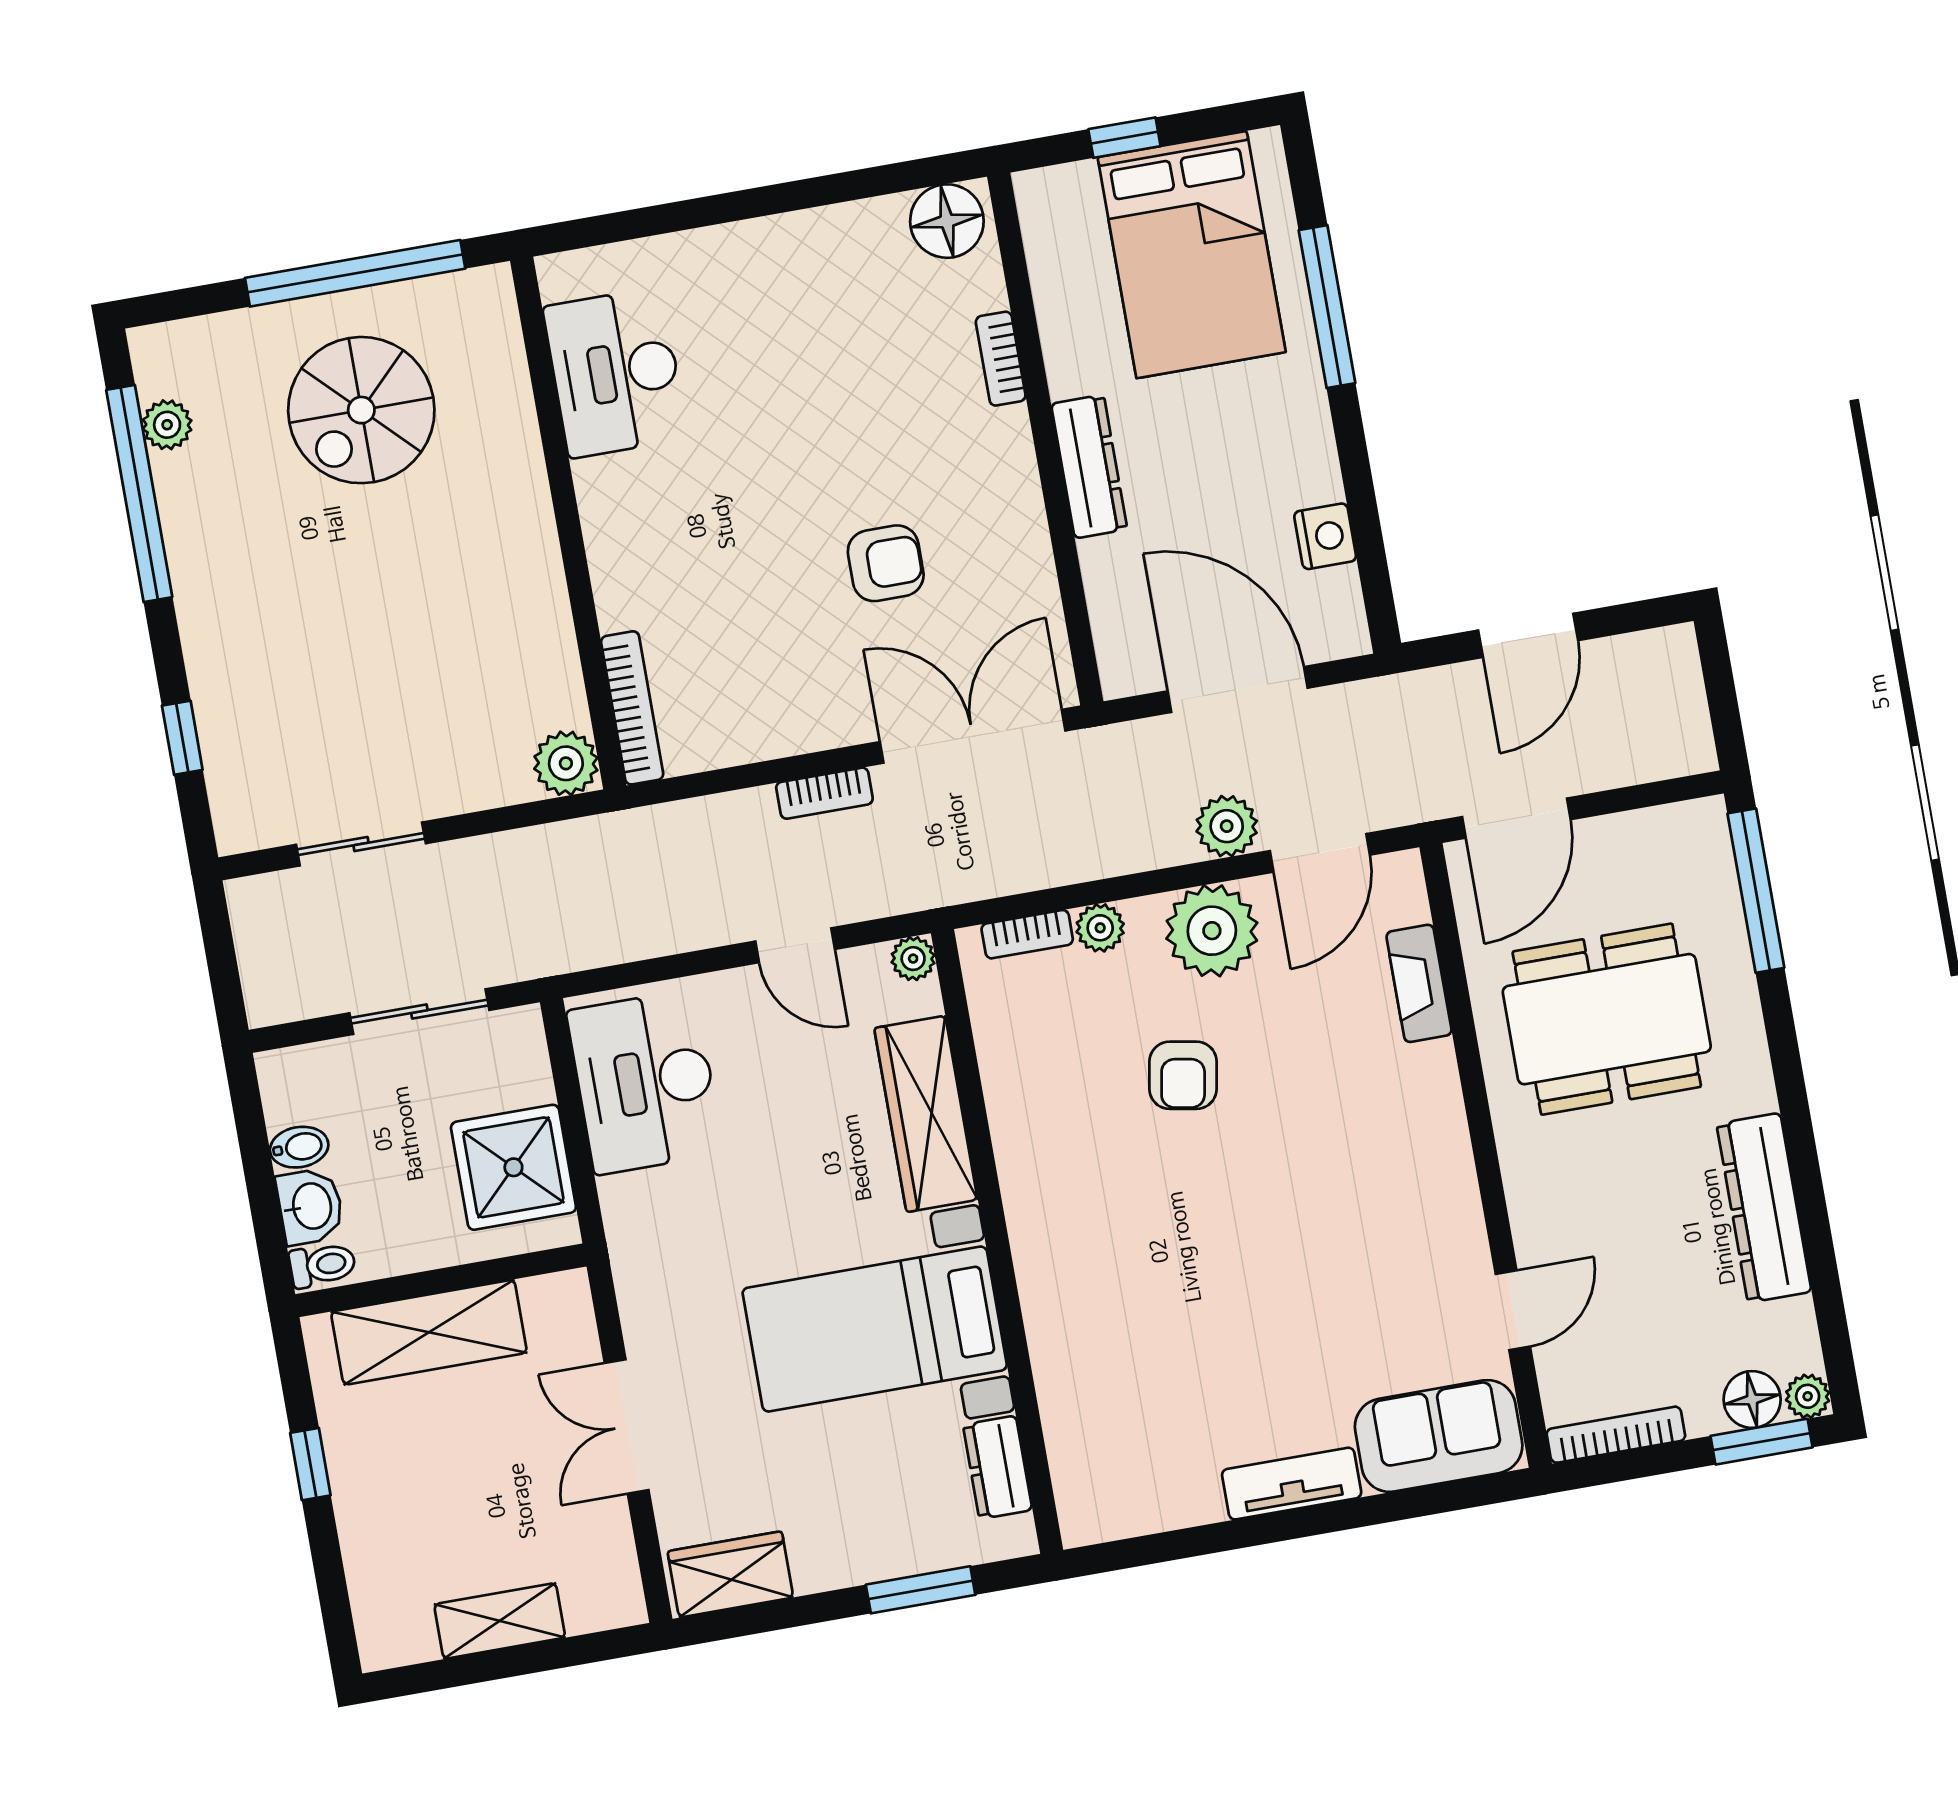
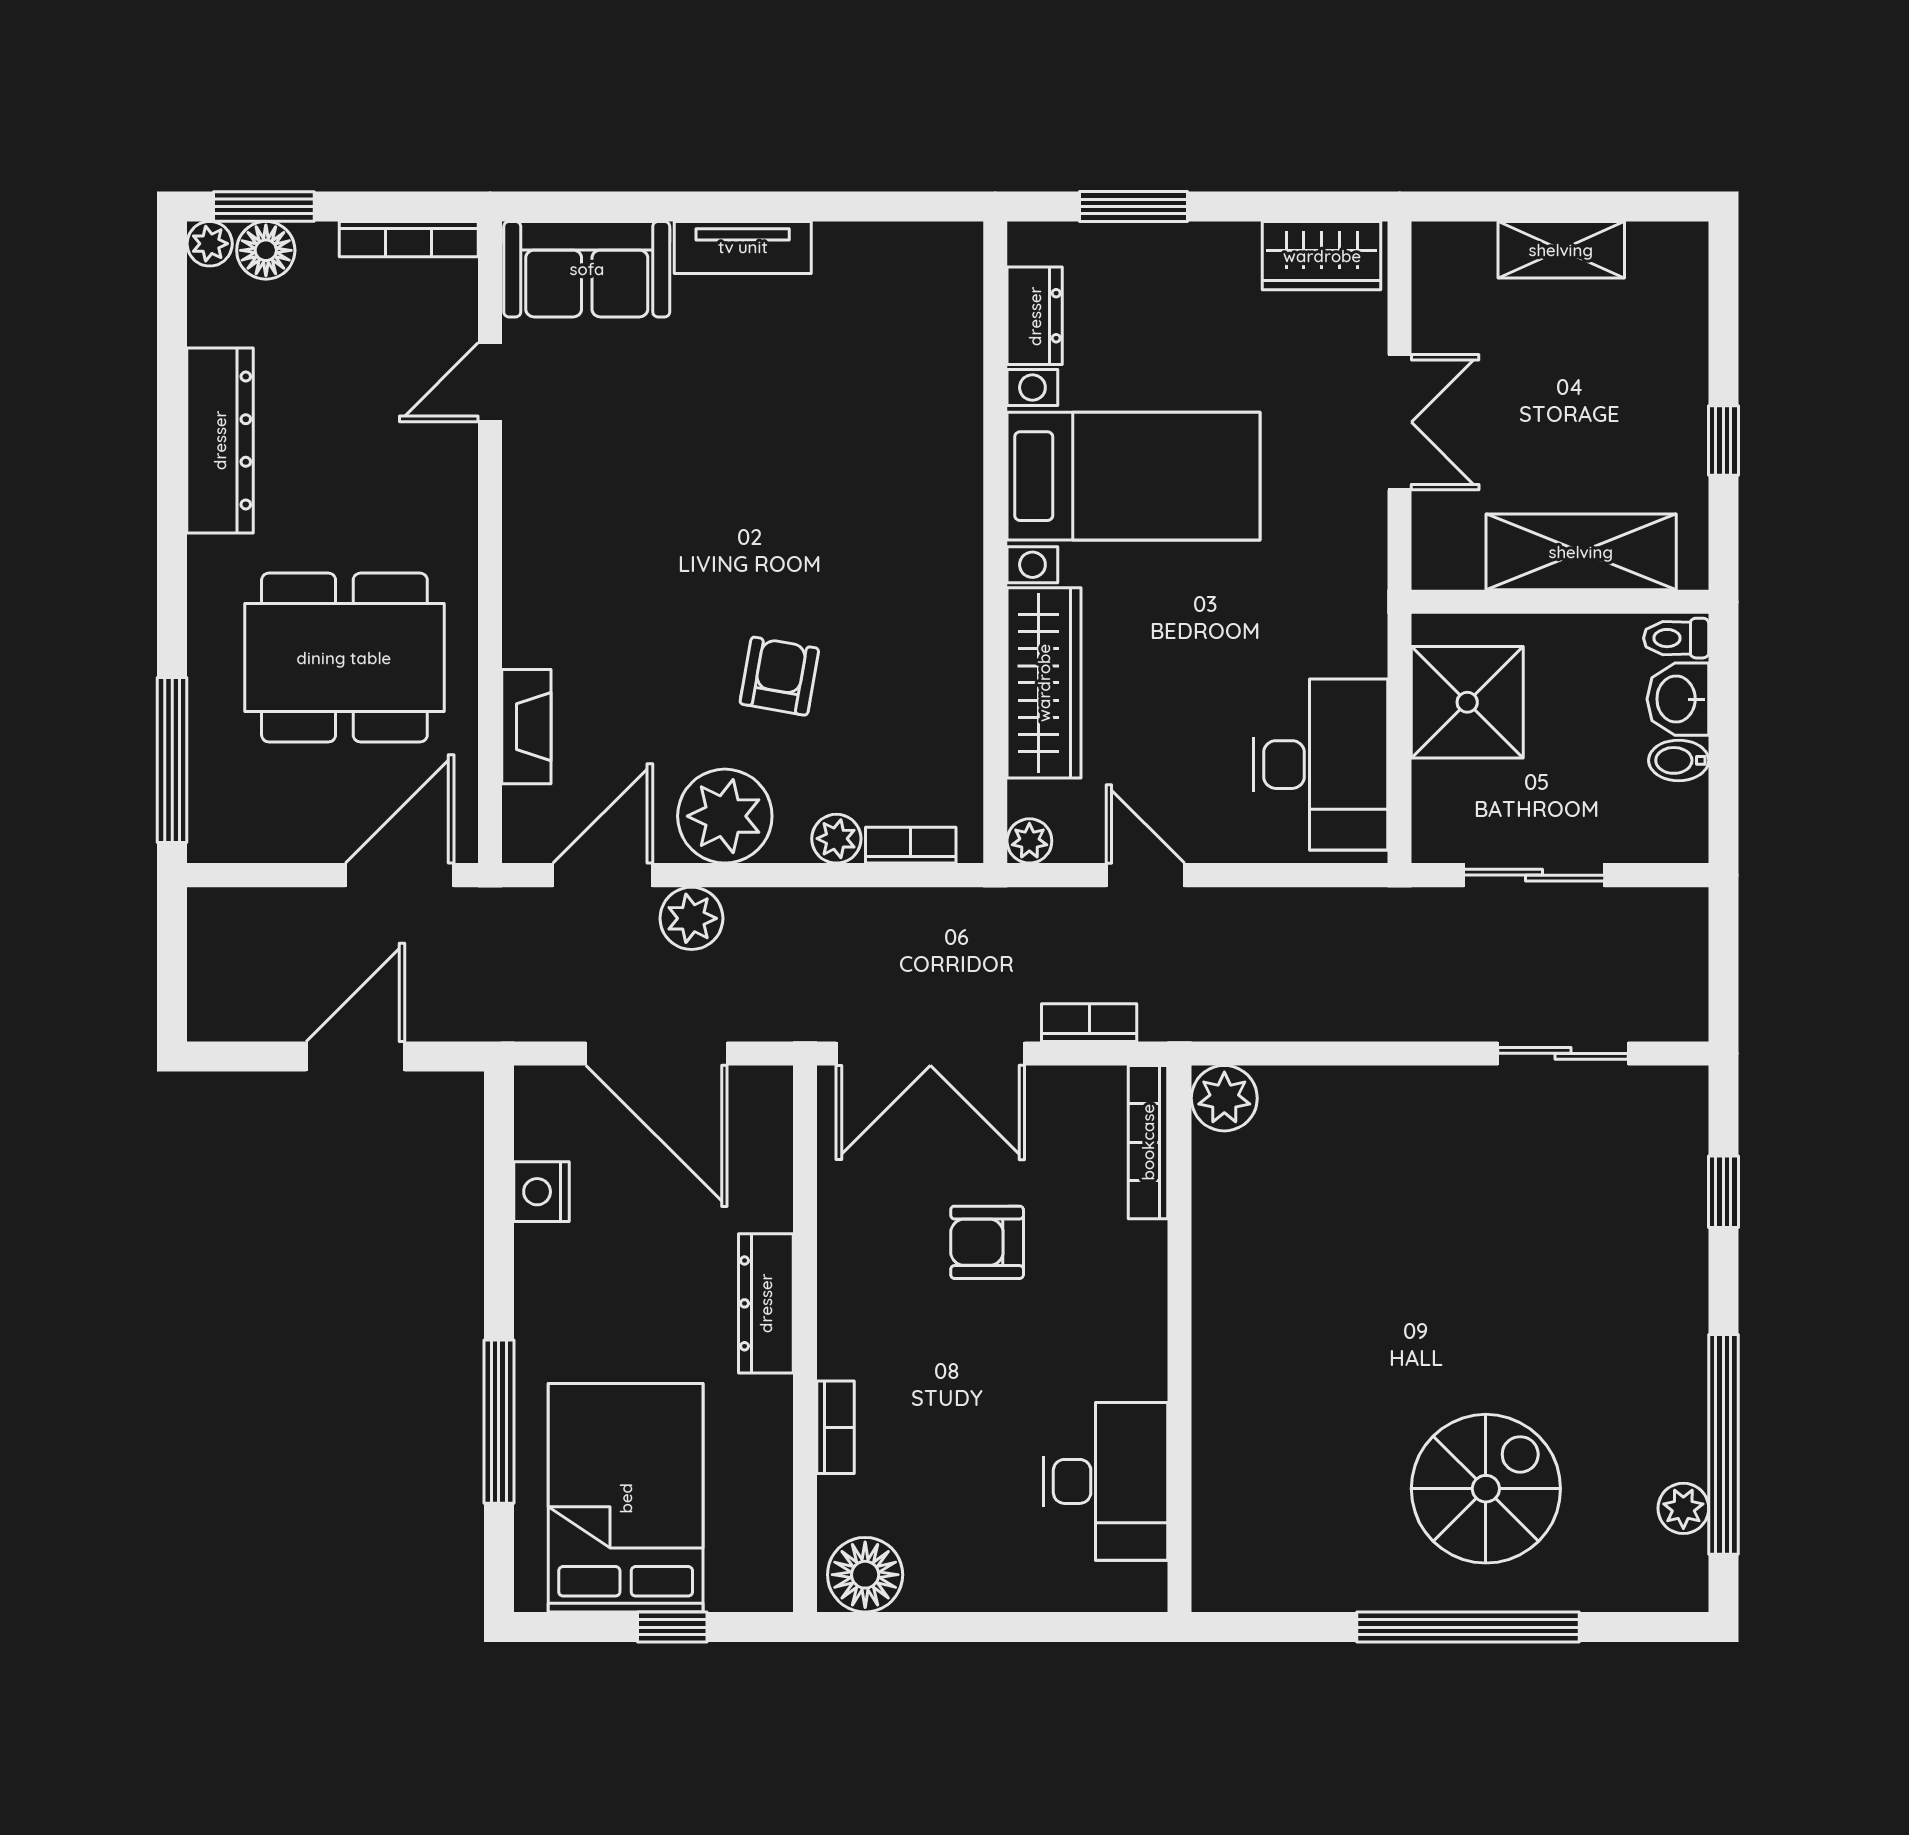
desk: (615, 373) -> (1106, 1481), moved
wall: (568, 523) -> (1180, 1339), moved
bookcase: (632, 708) -> (1148, 1142), moved
plant: (566, 763) -> (1224, 1098), moved

